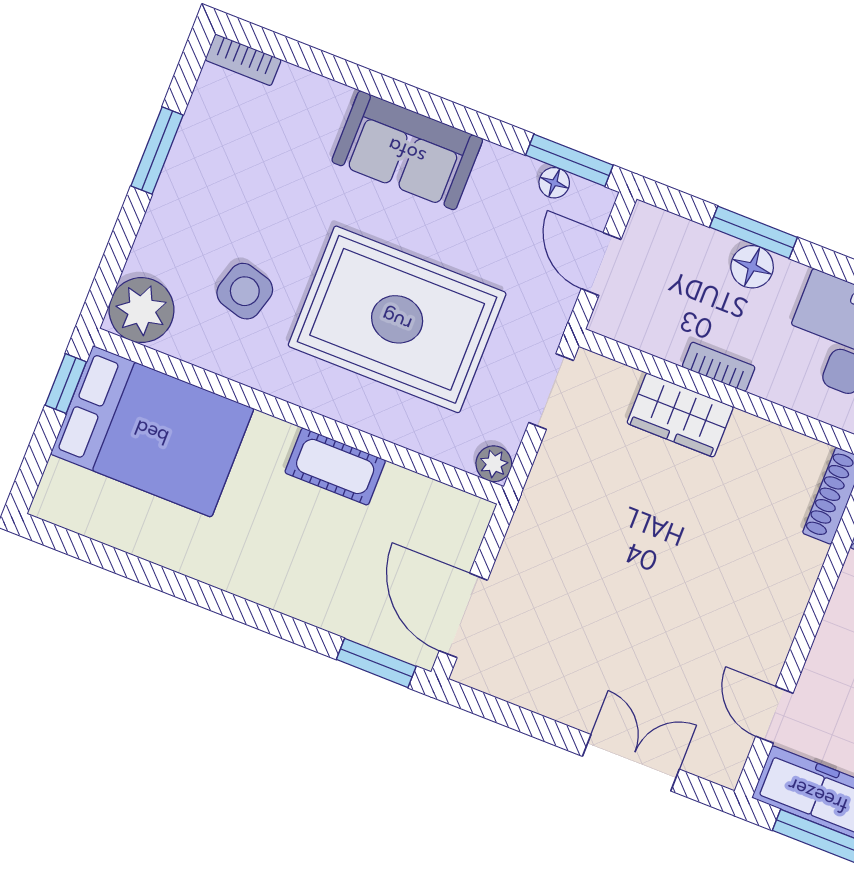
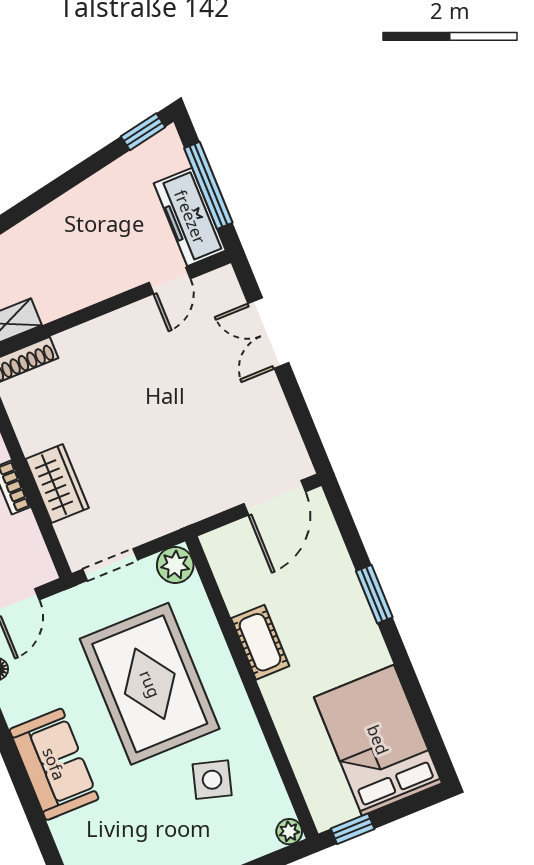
plant: (142, 310) -> (289, 832), width x0.53, depth x0.53
bed: (152, 431) -> (378, 740), moved
plant: (494, 464) -> (175, 565), width x1.38, depth x1.38
window: (376, 663) -> (374, 594), moved

